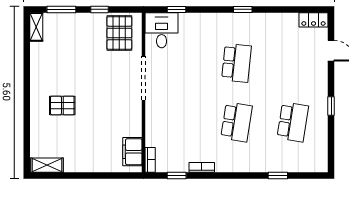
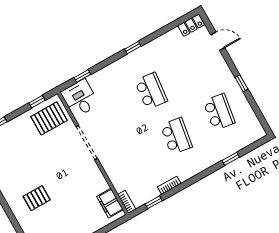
window: (100, 9) -> (37, 102), moved
pallet: (119, 33) -> (49, 118), turned 90

